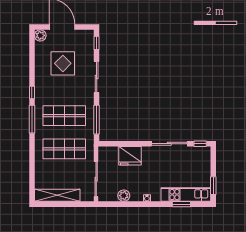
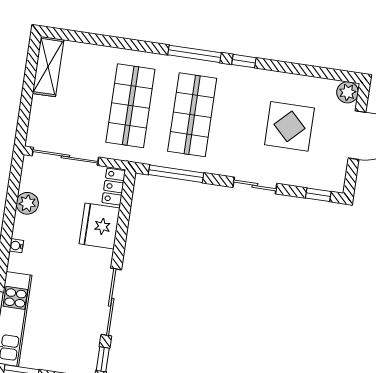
sliding door: (97, 77) -> (255, 185), width x0.73
locker: (108, 151) -> (114, 187), added
shelving: (57, 195) -> (48, 67), width x0.68

